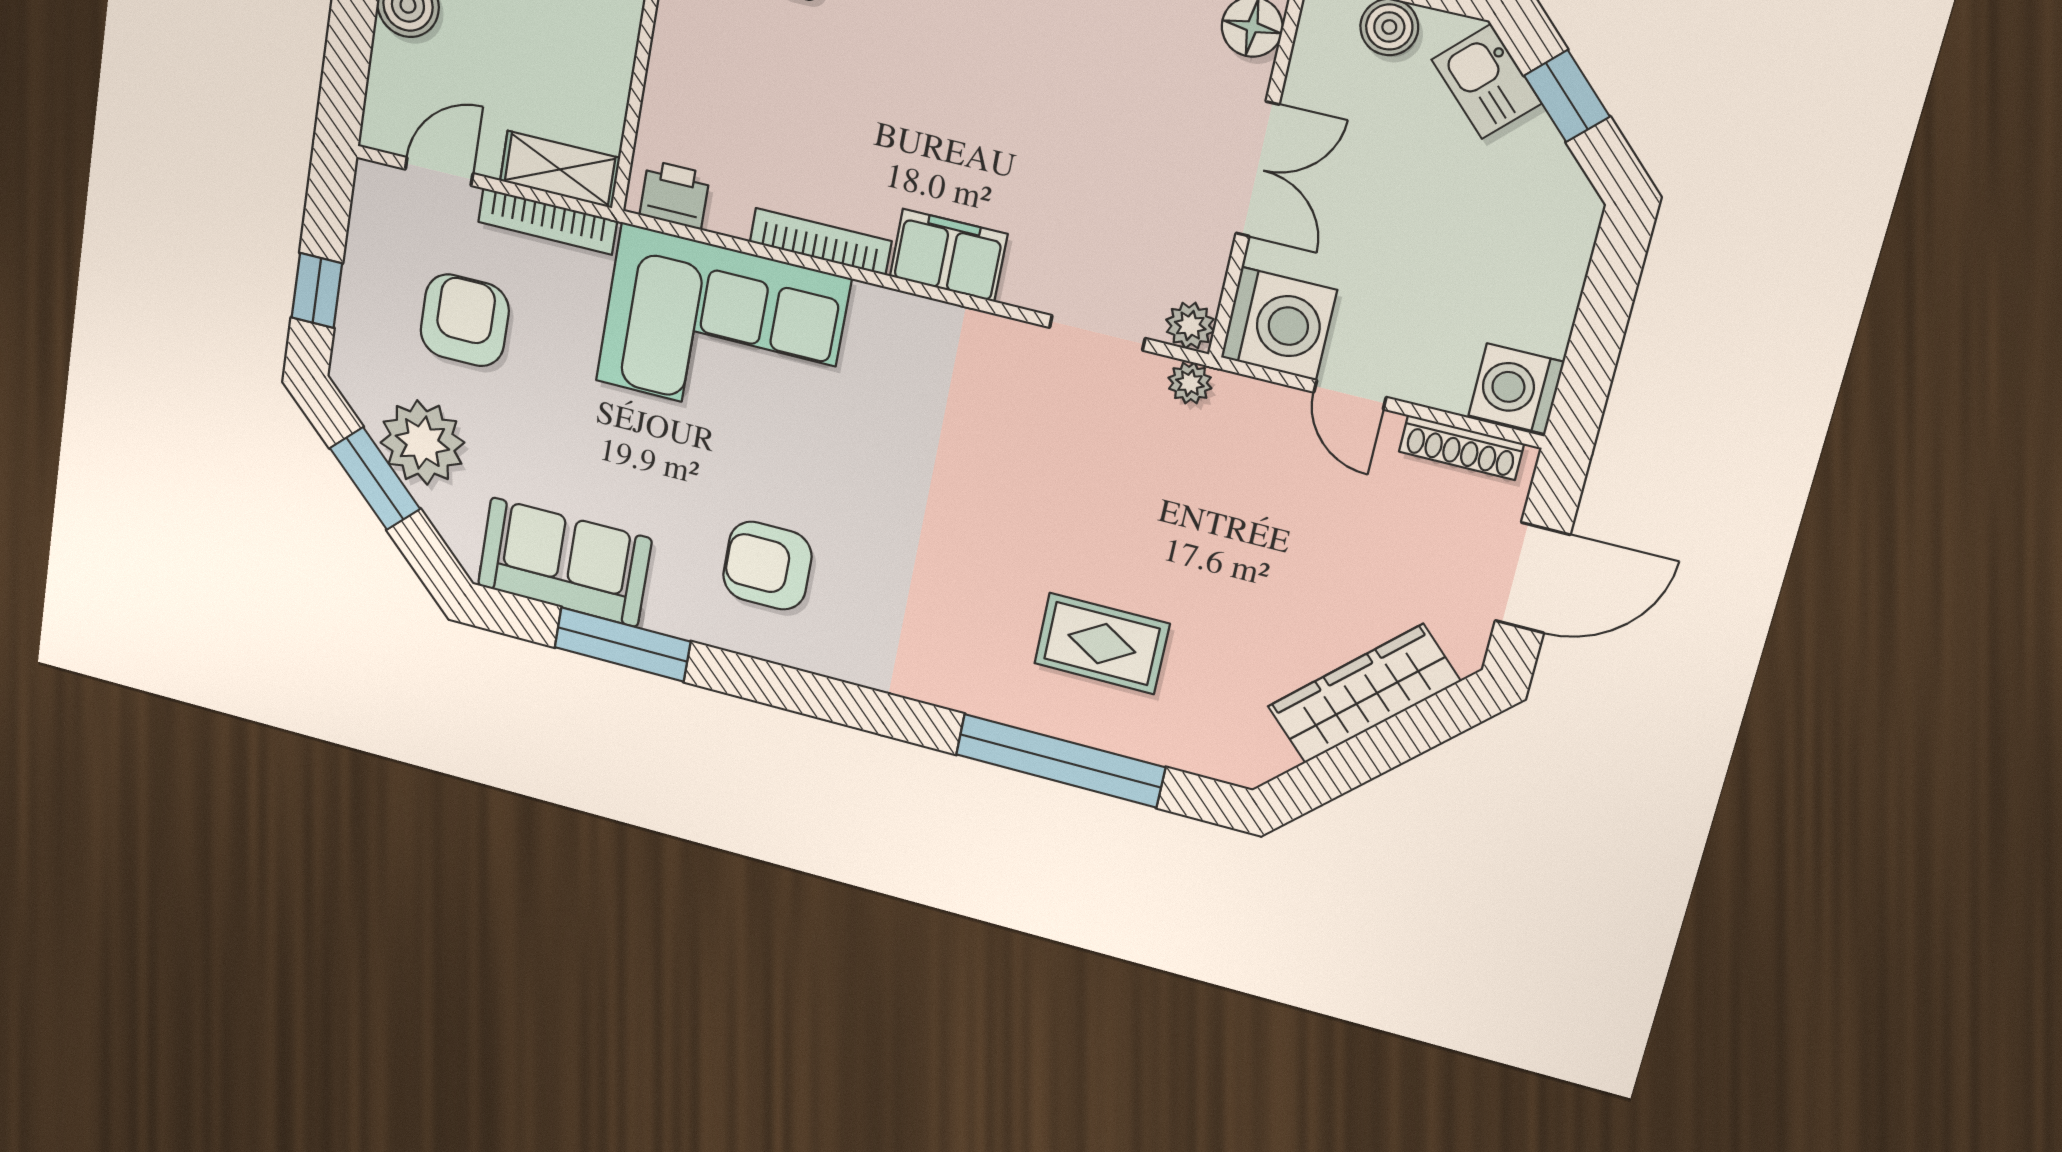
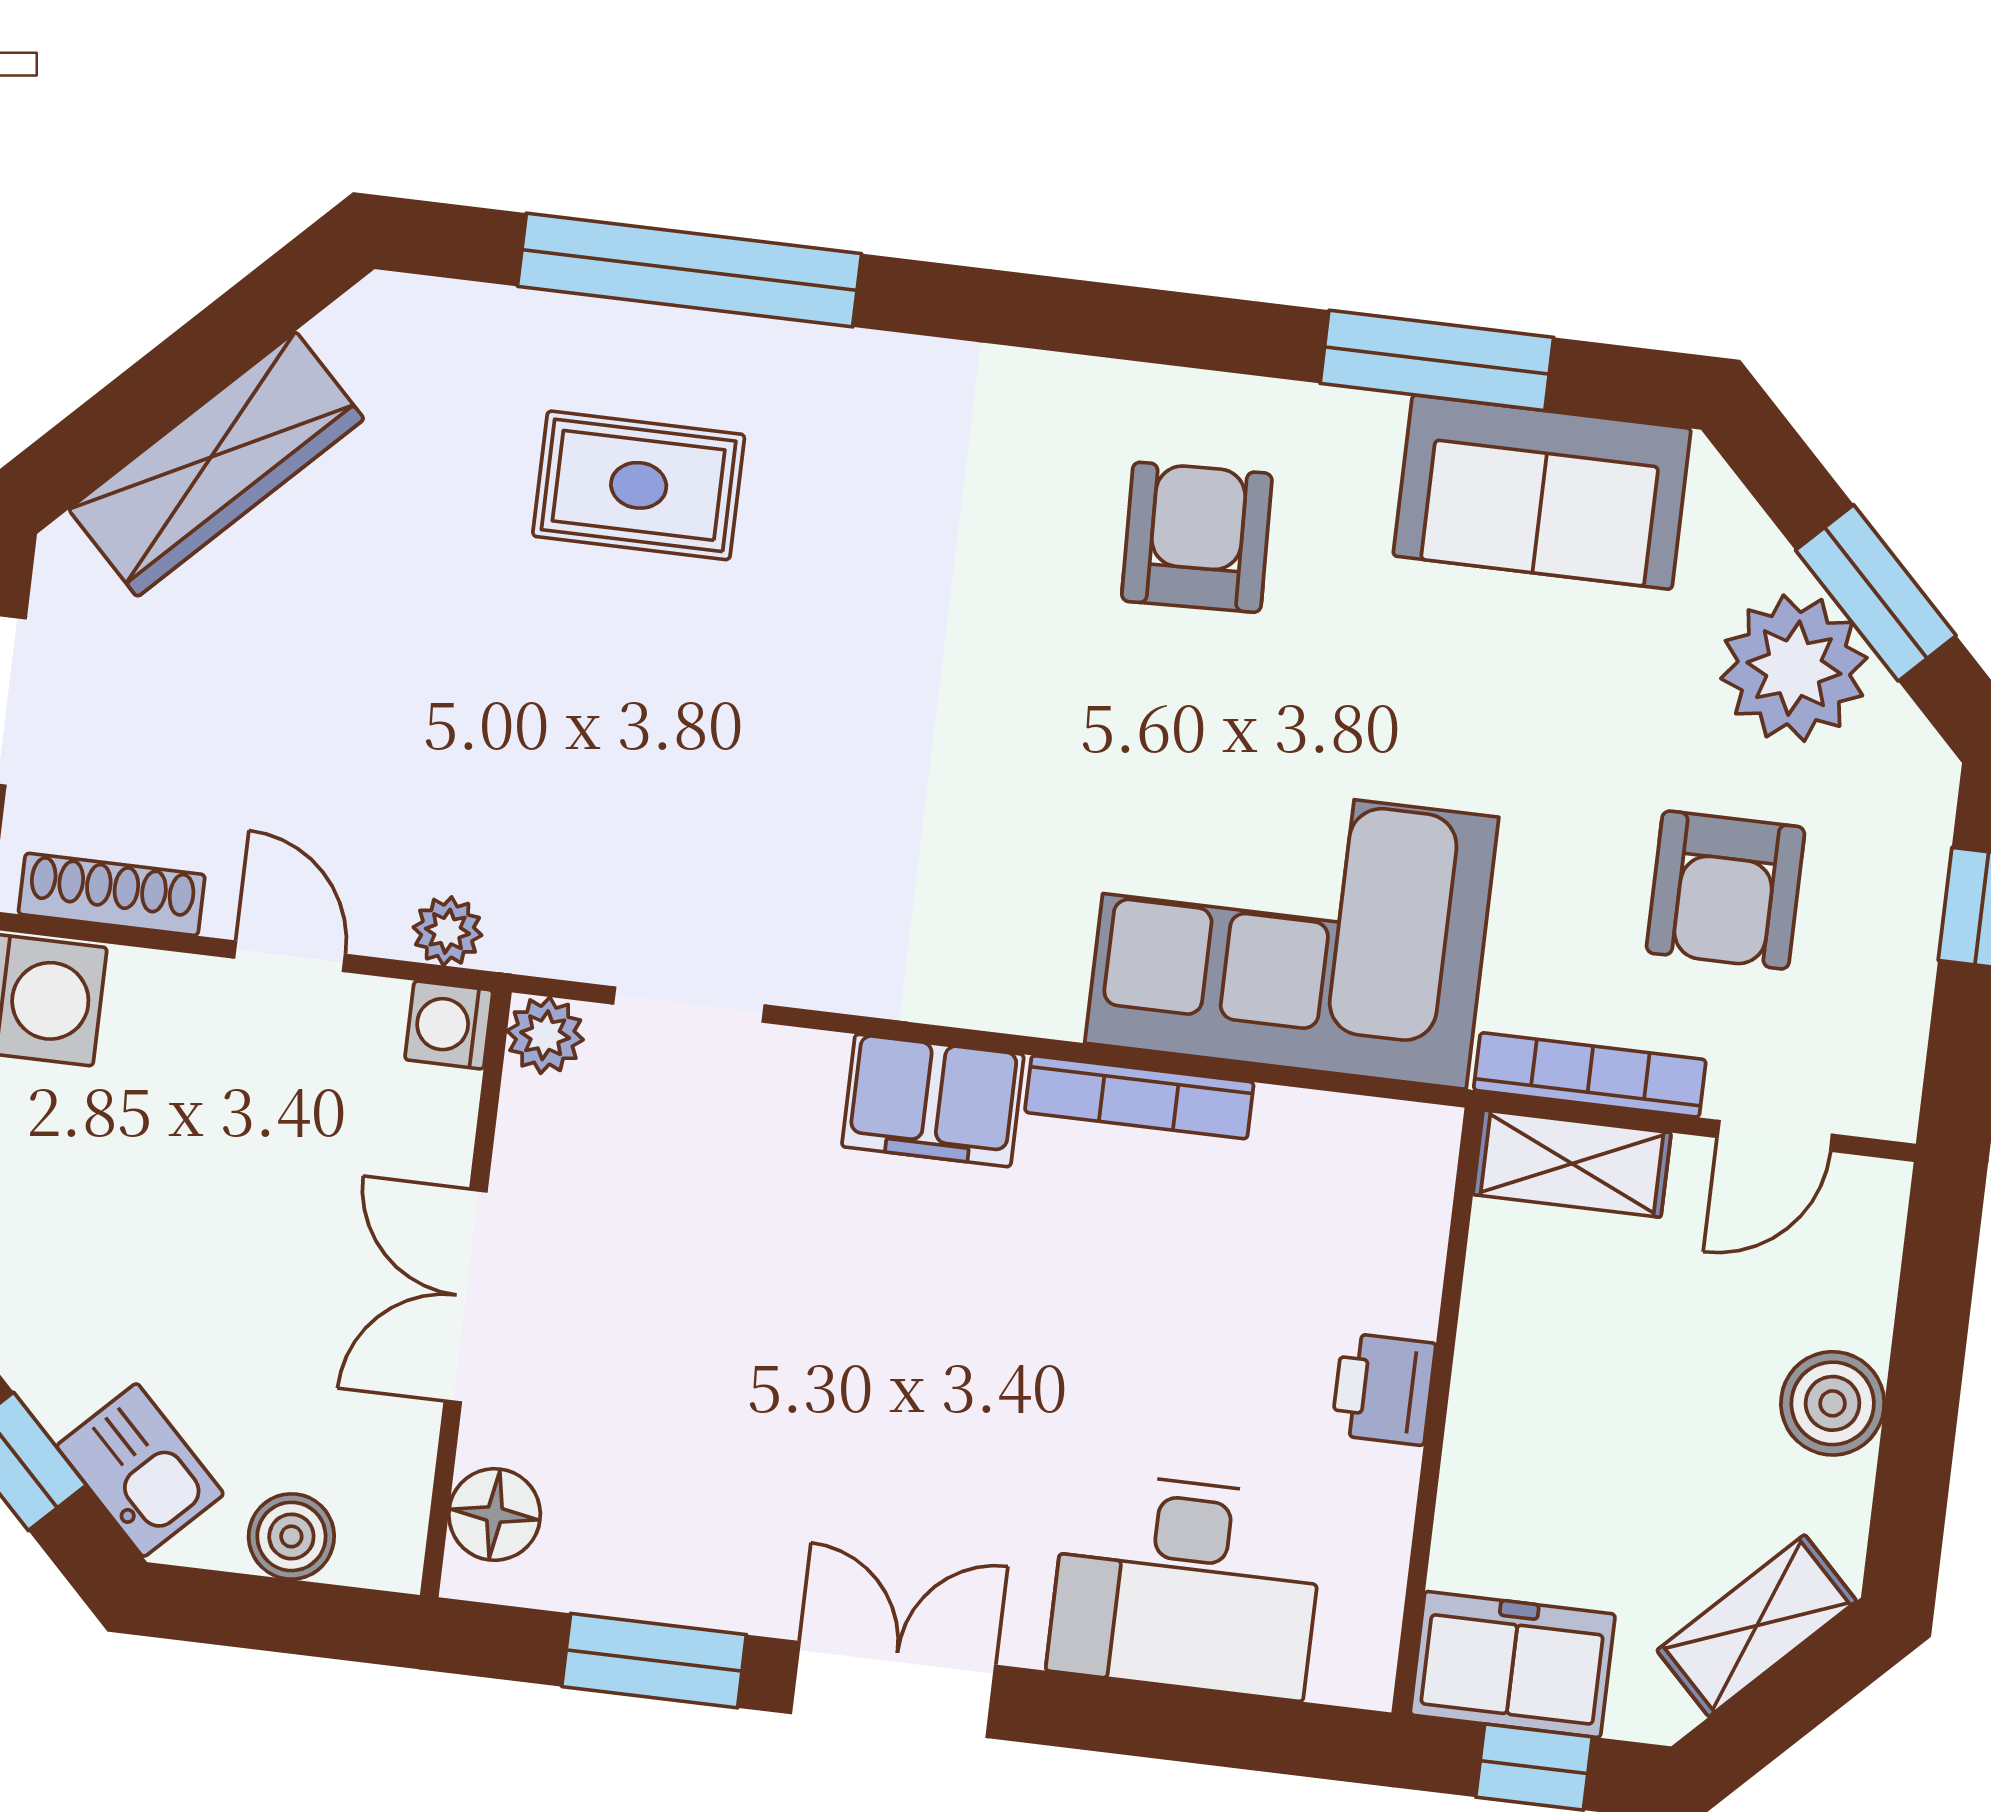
printer: (675, 195) -> (1383, 1389), moved, turned 90
washing machine: (1279, 324) -> (449, 1025), width x0.53, depth x0.53
plant: (1190, 383) -> (448, 931), moved
armchair: (767, 566) -> (1197, 537), turned -92

